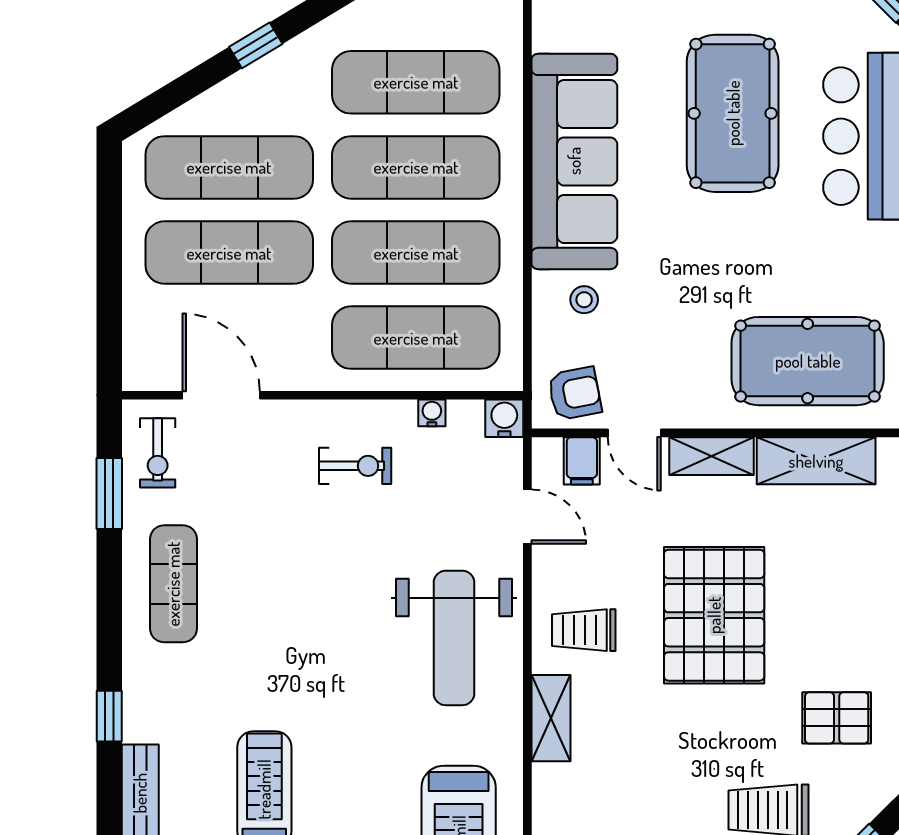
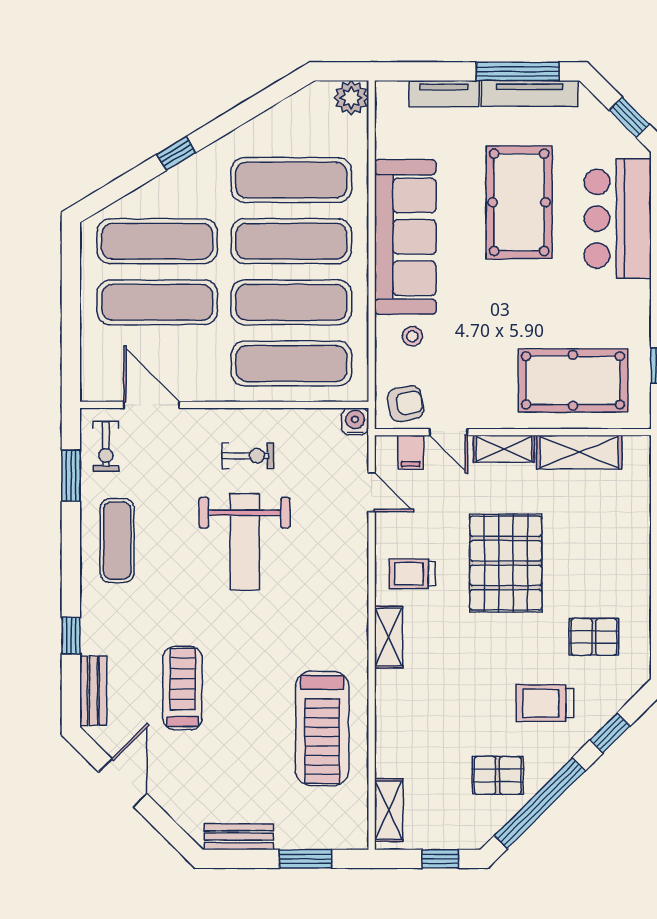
water cooler: (432, 413) -> (303, 418), removed
weight bench: (454, 638) -> (245, 542), moved

